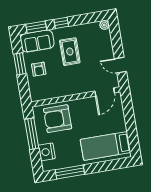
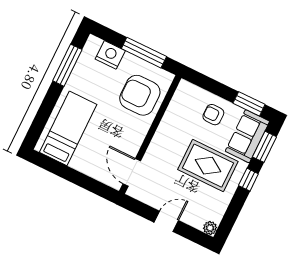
rug: (70, 52) -> (208, 166), width x1.36, depth x1.43
window: (20, 64) -> (249, 104), moved
door: (120, 65) -> (166, 221), moved
armchair: (58, 119) -> (140, 95), turned -90

